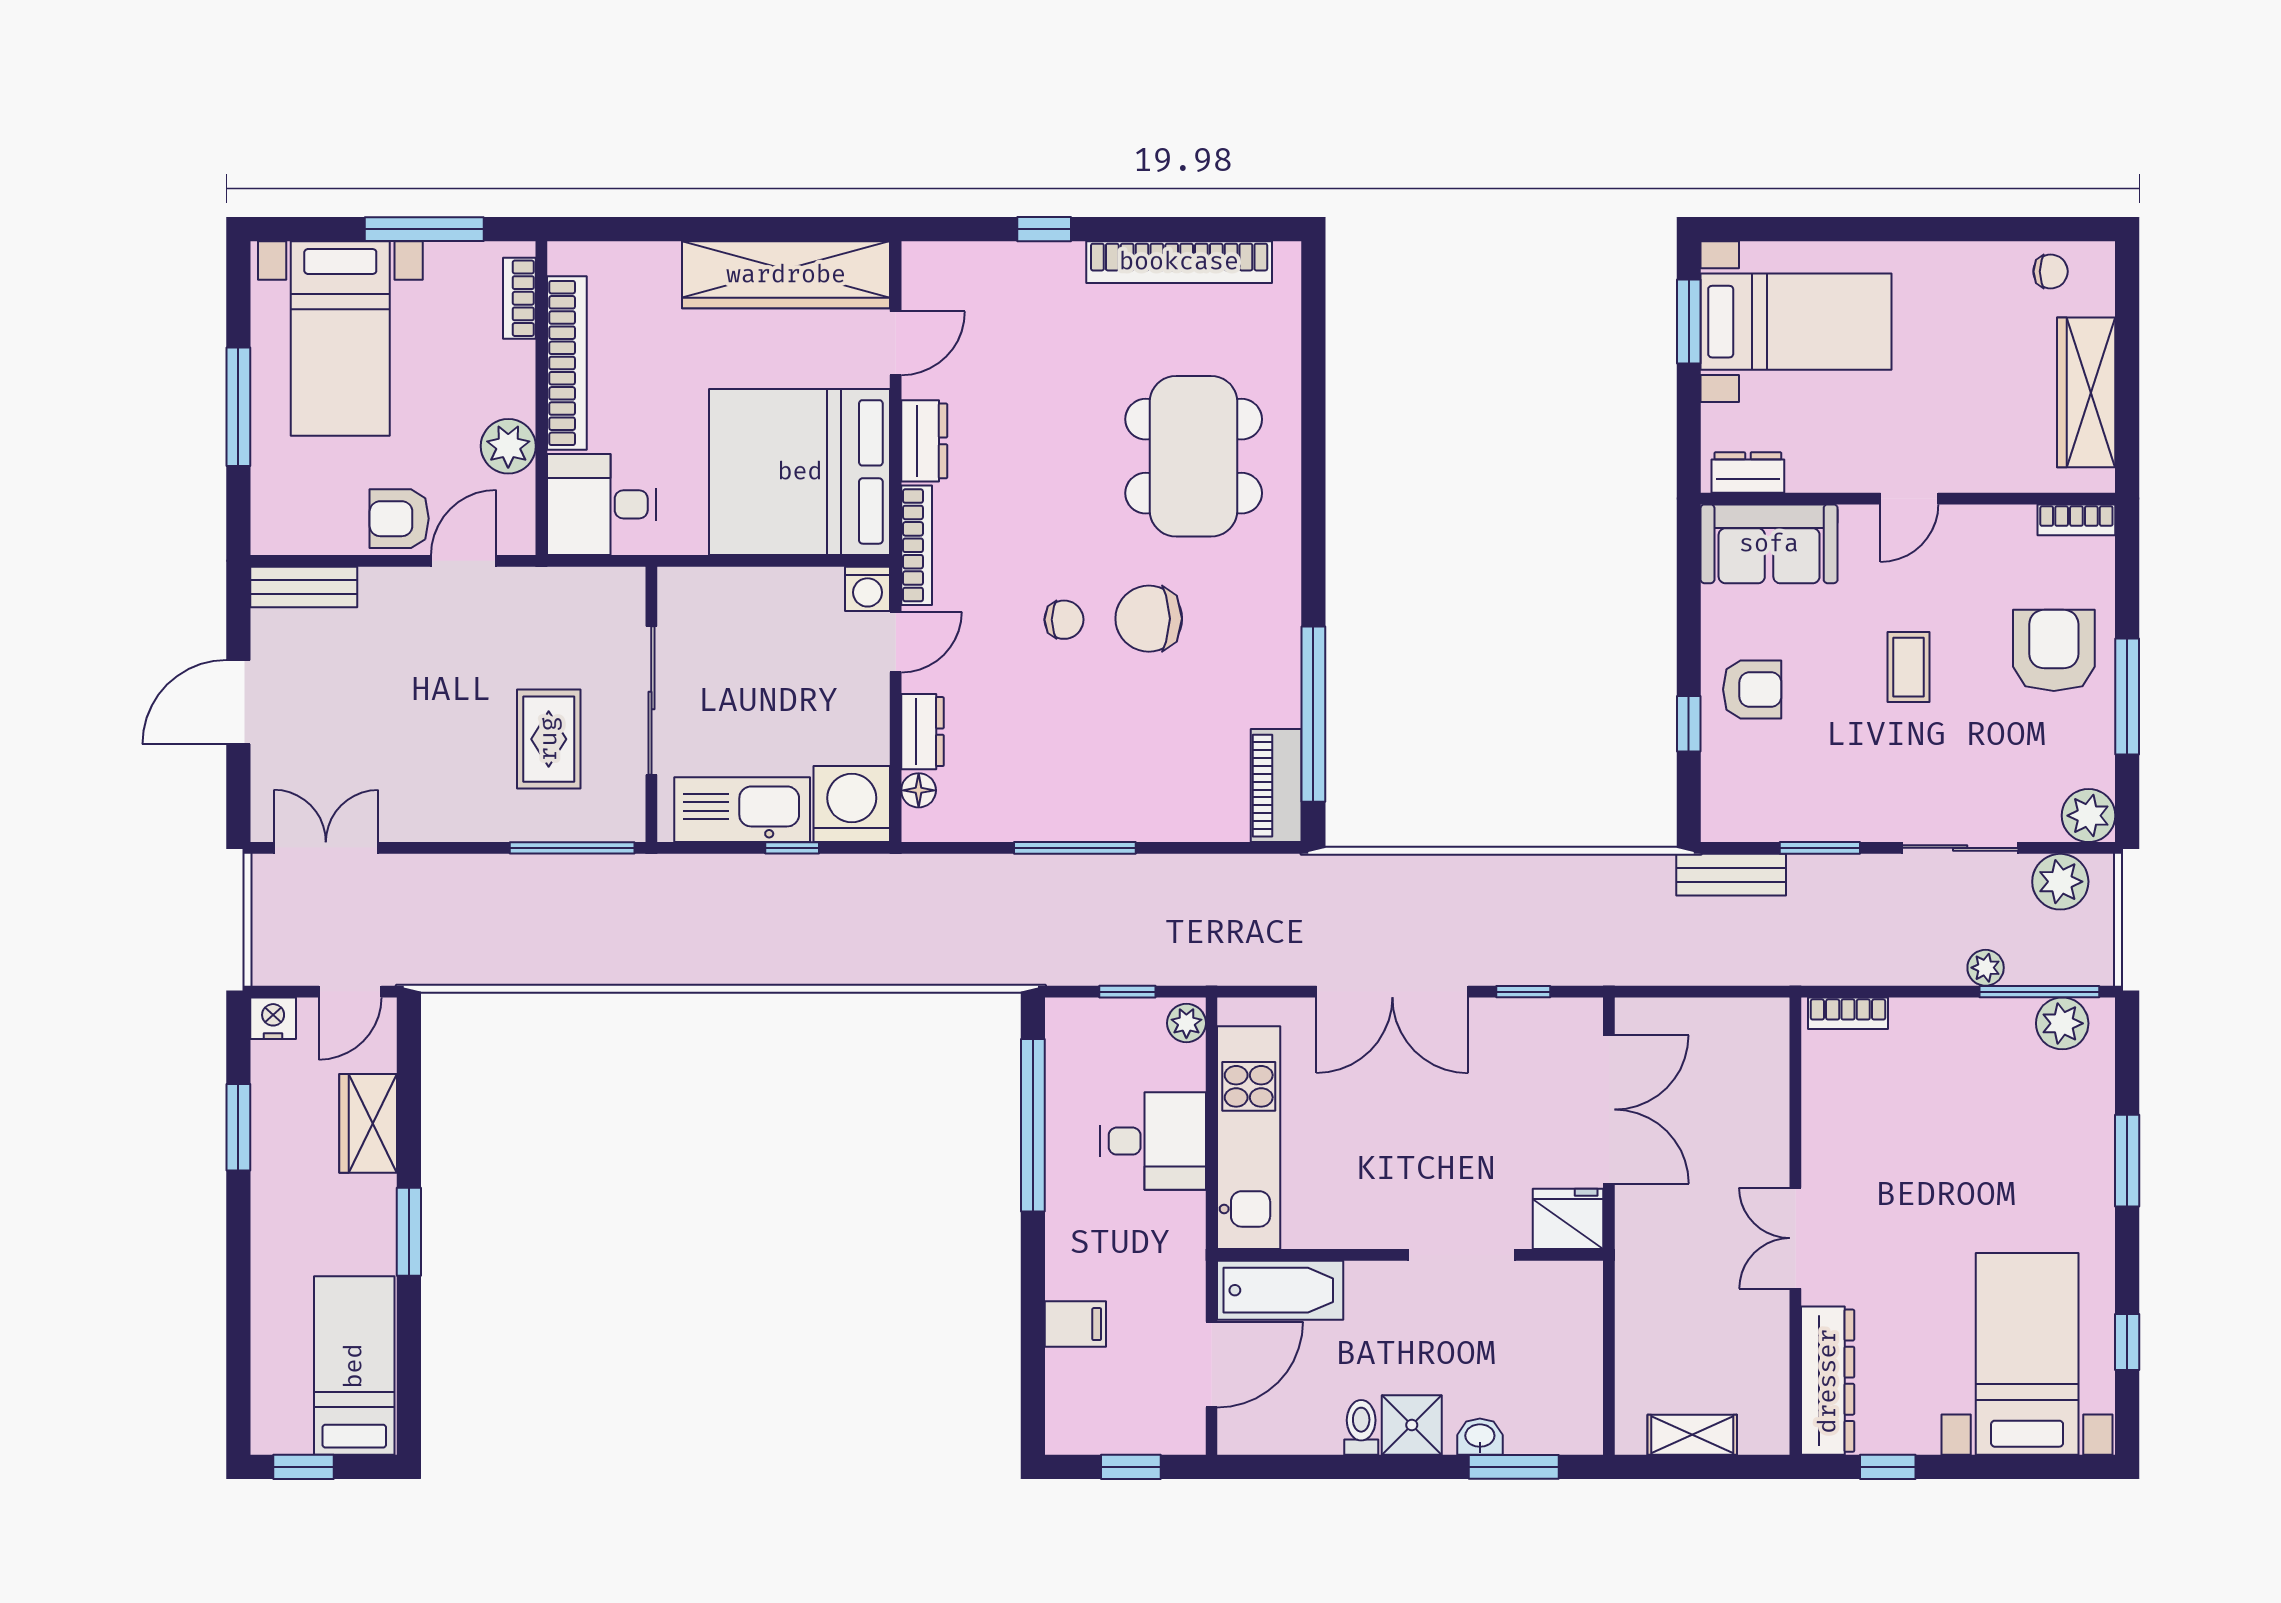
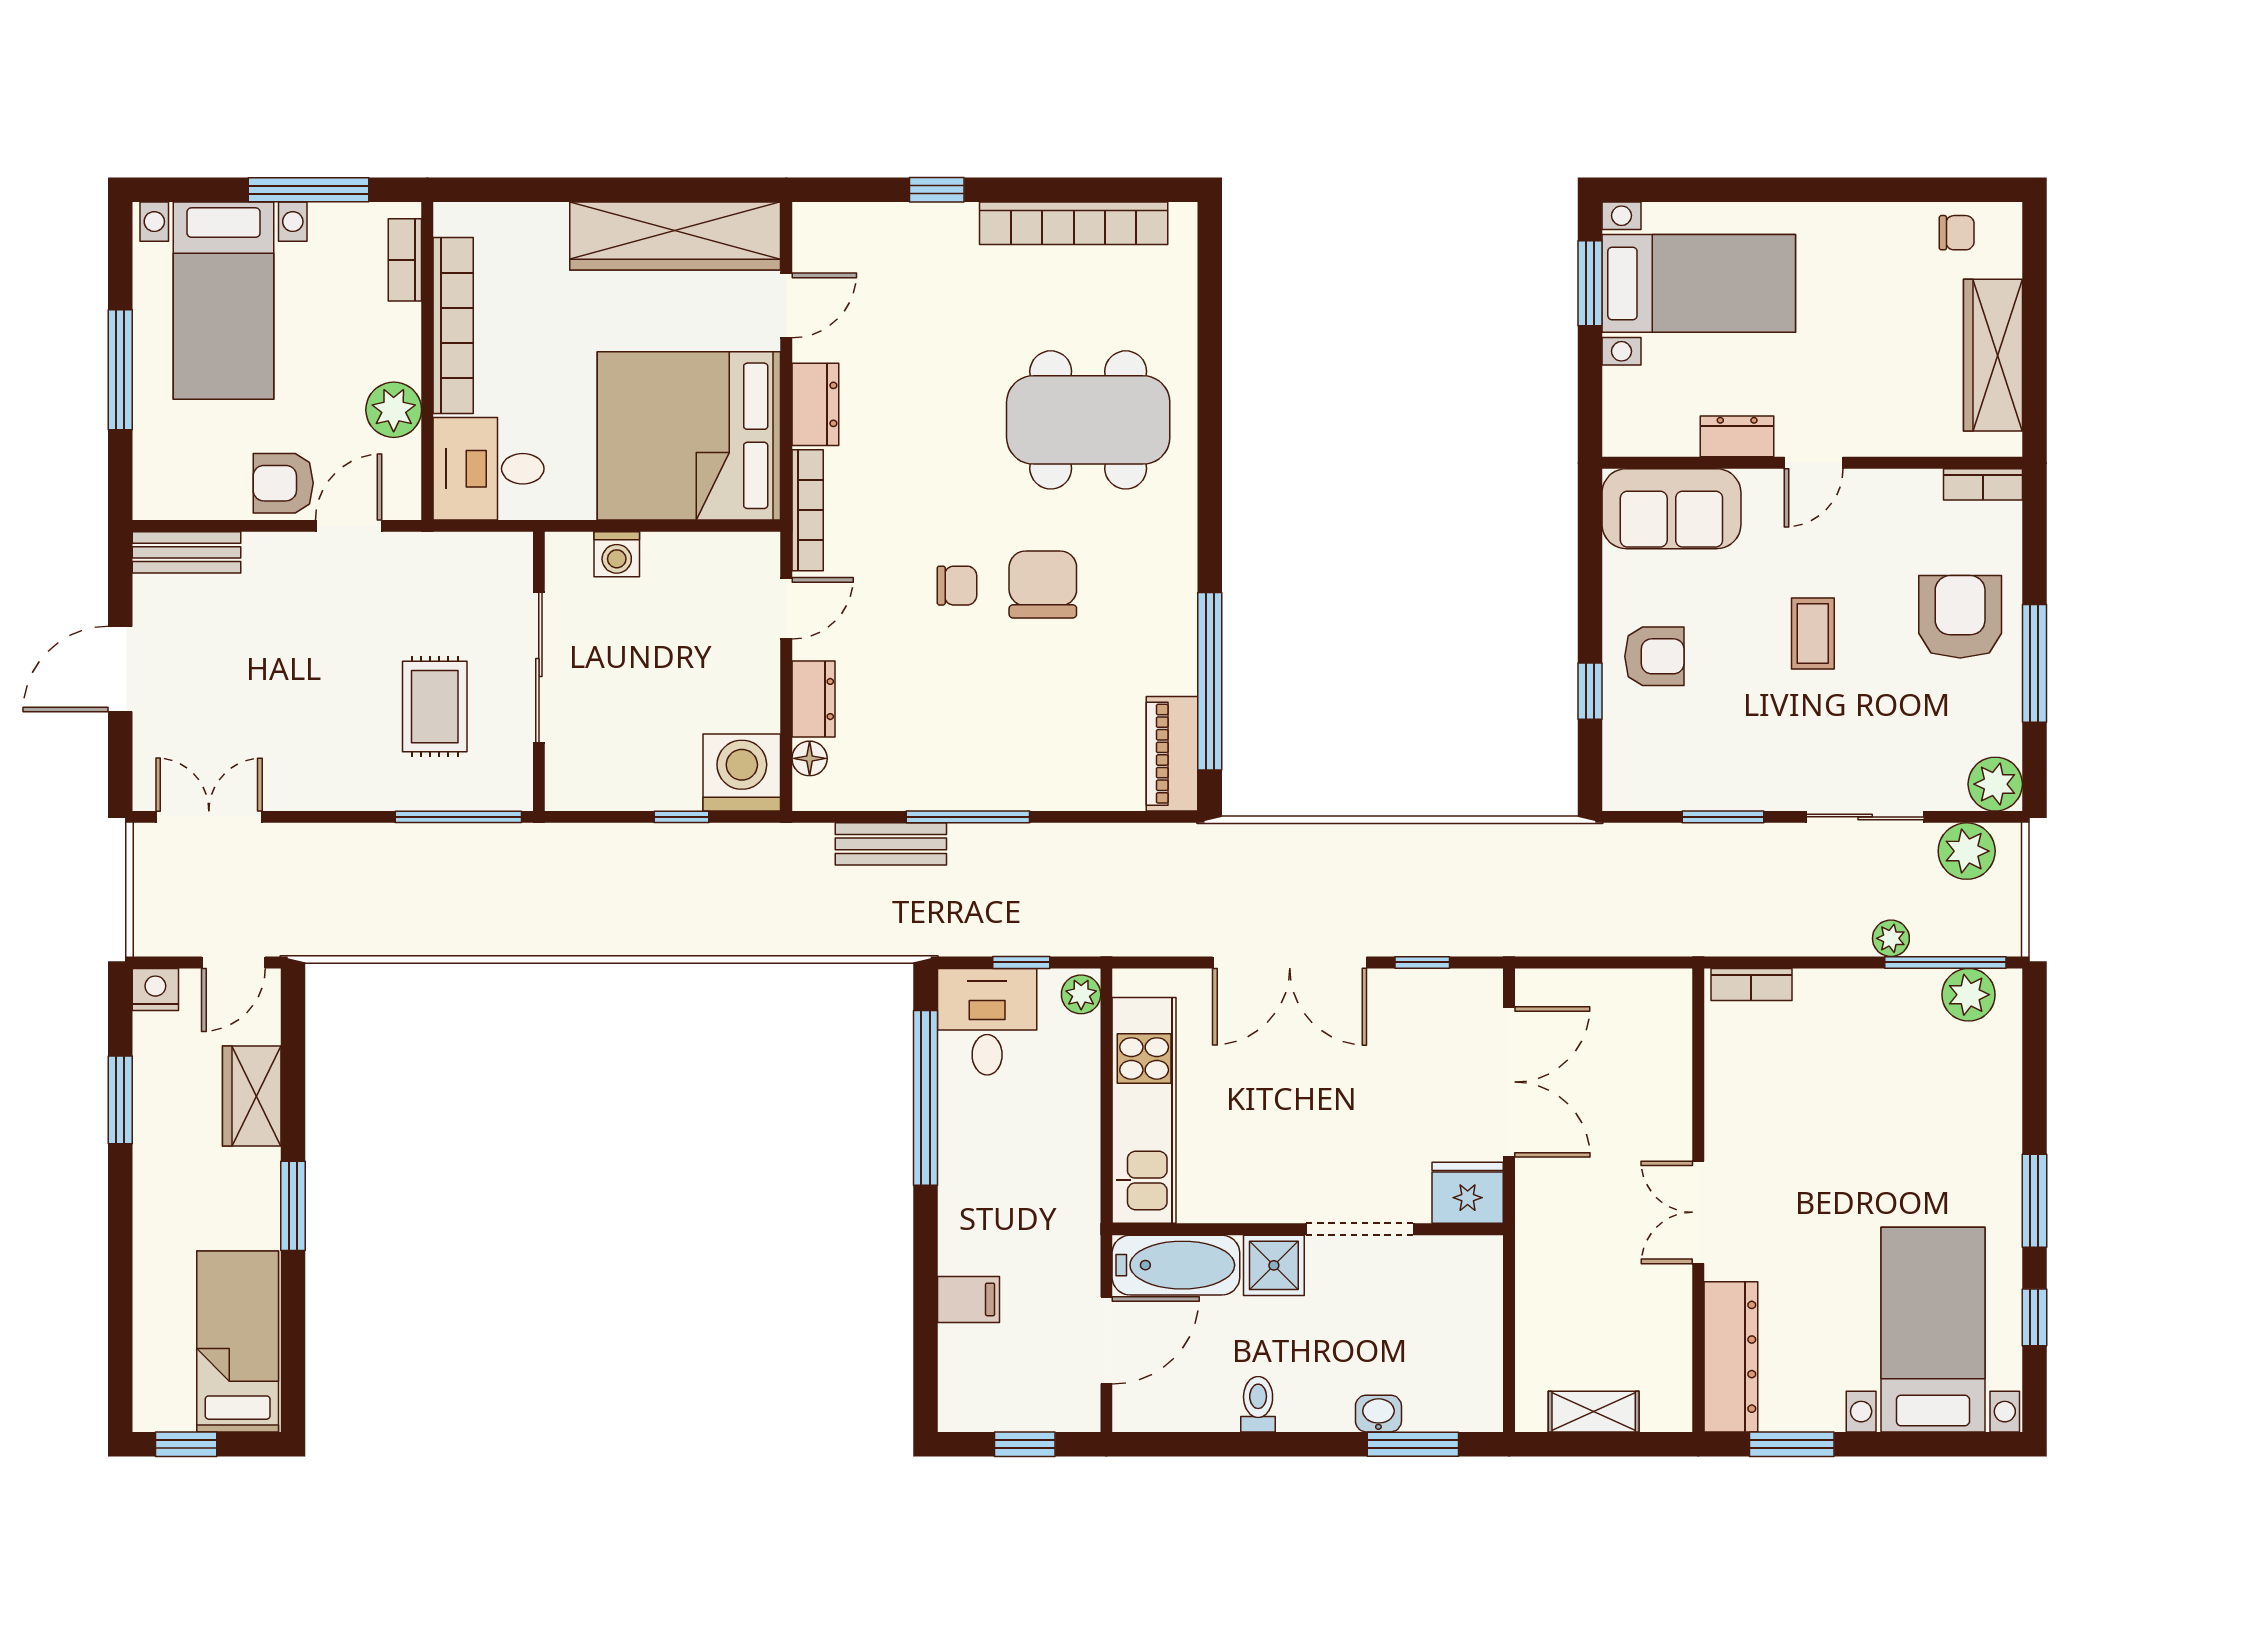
dining table: (1194, 456) -> (1088, 420), turned 90
dresser: (1748, 472) -> (1737, 436), moved
washing machine: (868, 589) -> (617, 554), moved
chair: (1149, 619) -> (1043, 585), turned 90
kitchen sink: (742, 810) -> (631, 778), removed
bench: (1731, 875) -> (891, 844), moved
desk: (1153, 1141) -> (987, 1022), moved, turned -90
window: (2127, 1161) -> (2034, 1201), moved
shower: (1412, 1425) -> (1274, 1265), moved
window: (1888, 1467) -> (1792, 1444), width x1.50

